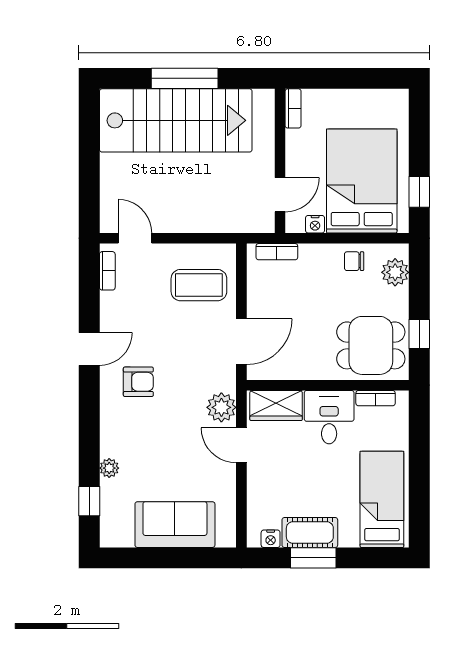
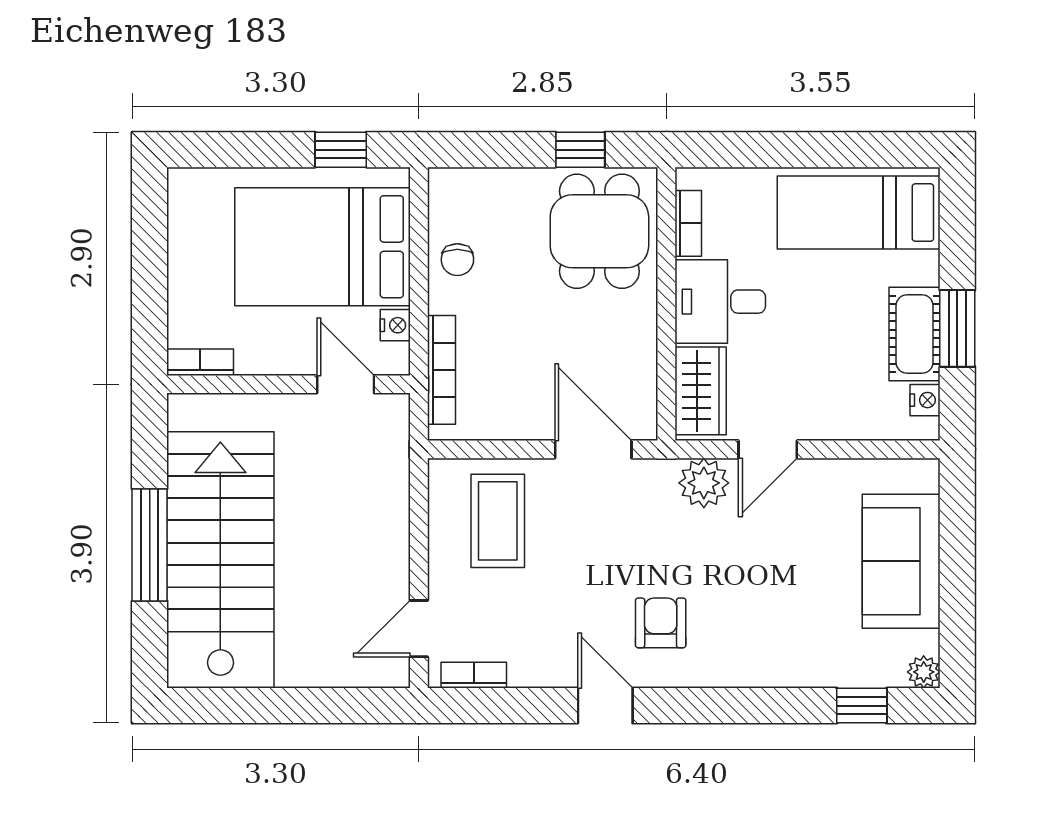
bookcase: (277, 252) -> (441, 370), width x1.56
plant: (395, 272) -> (476, 190), removed
plant: (109, 468) -> (924, 672), moved

